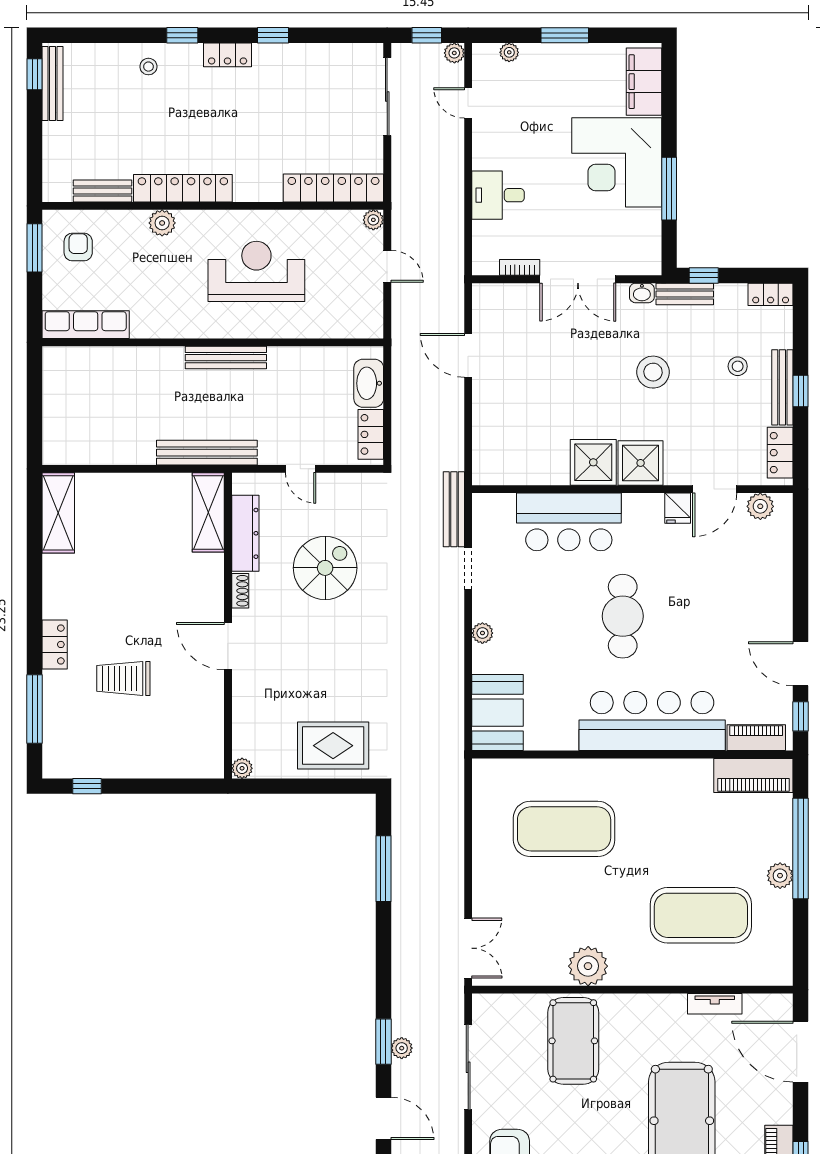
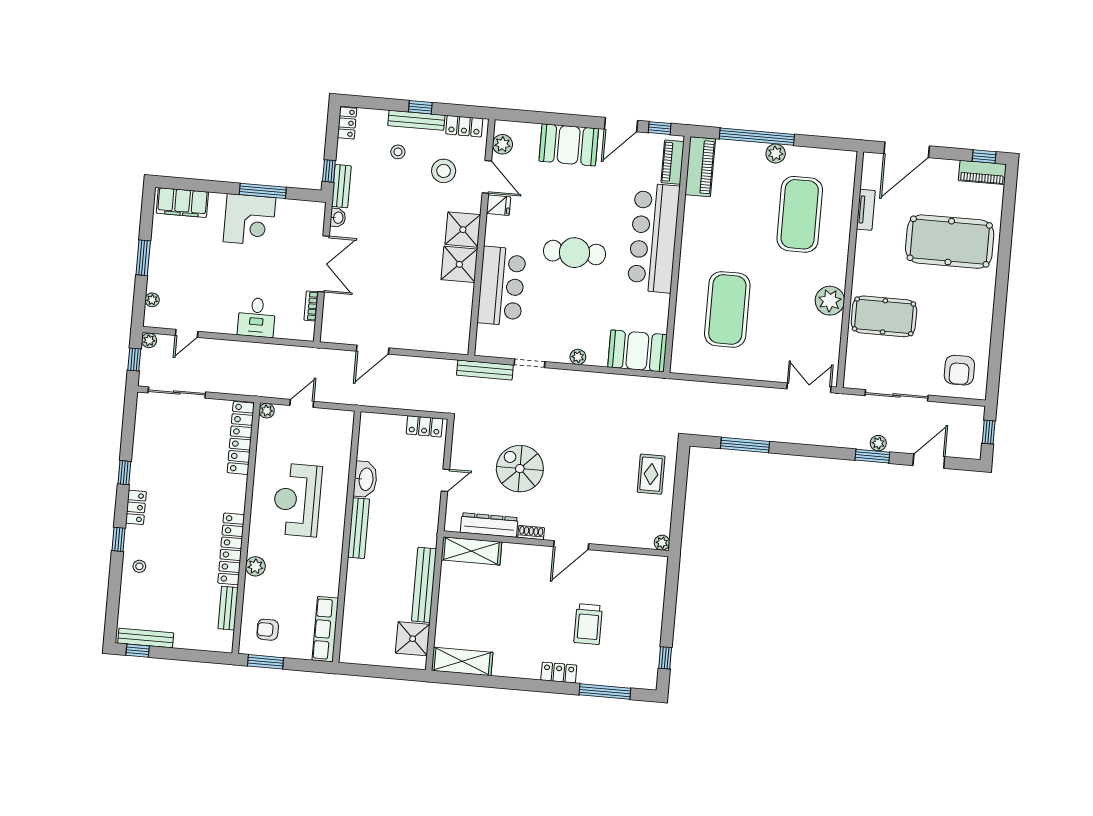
corner desk: (617, 162) -> (250, 220), width x0.74, depth x0.74
stool: (653, 372) -> (444, 171), moved
washbasin: (369, 383) -> (365, 479), moved, turned -90
shower: (83, 443) -> (413, 639), added
bench: (207, 453) -> (424, 585), moved
booth: (767, 596) -> (569, 145), added
rug: (333, 746) -> (651, 474), width x0.73, depth x0.70

